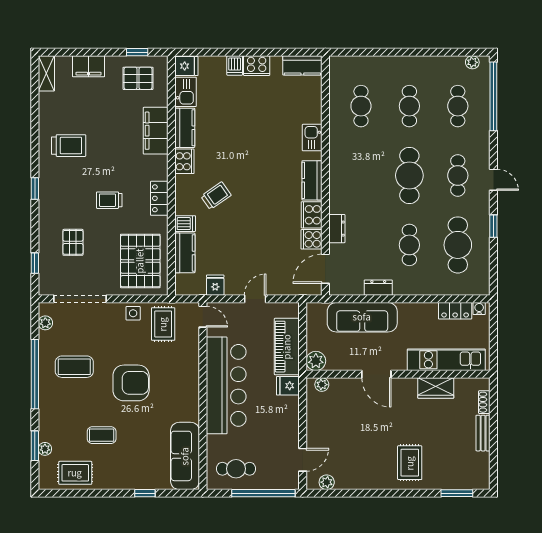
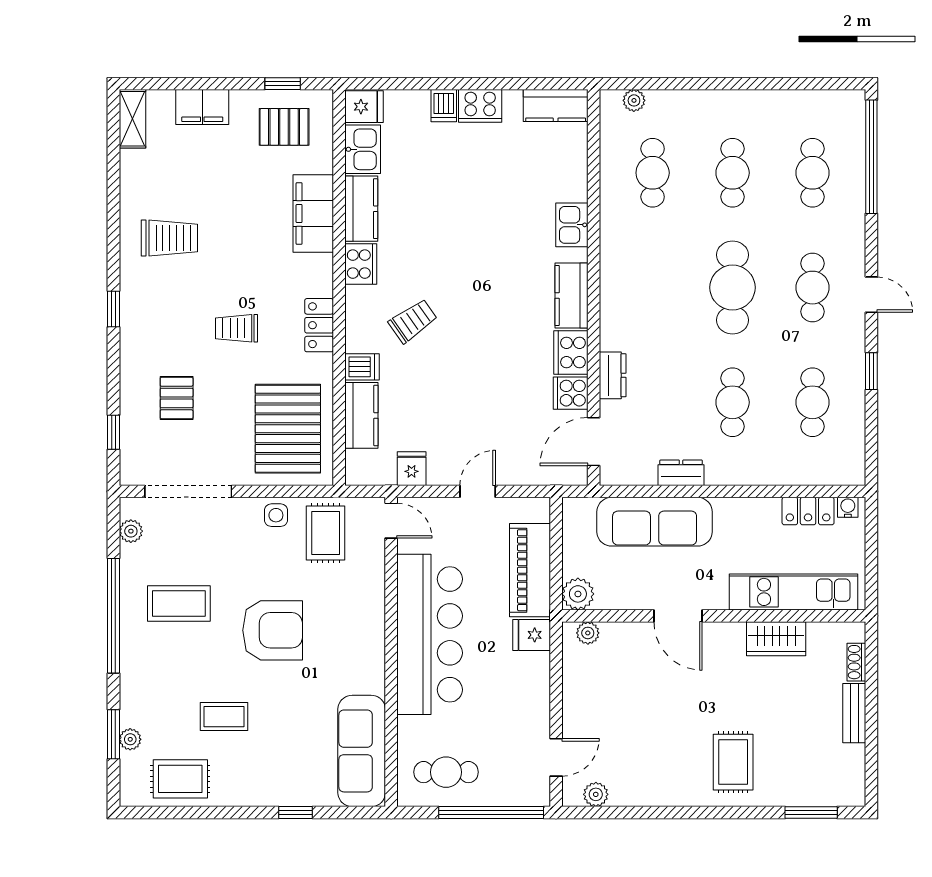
plant: (472, 62) -> (634, 100), moved
cafe table: (458, 245) -> (812, 402), width x0.73, depth x0.74

